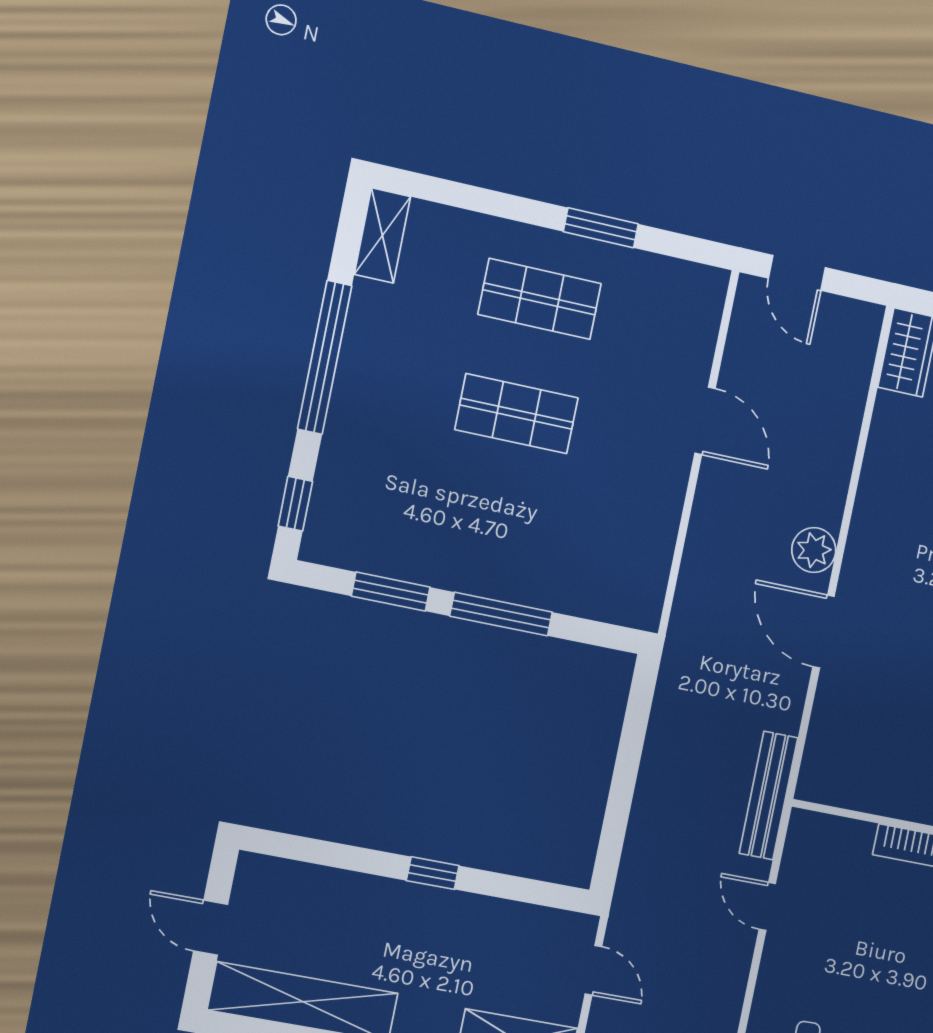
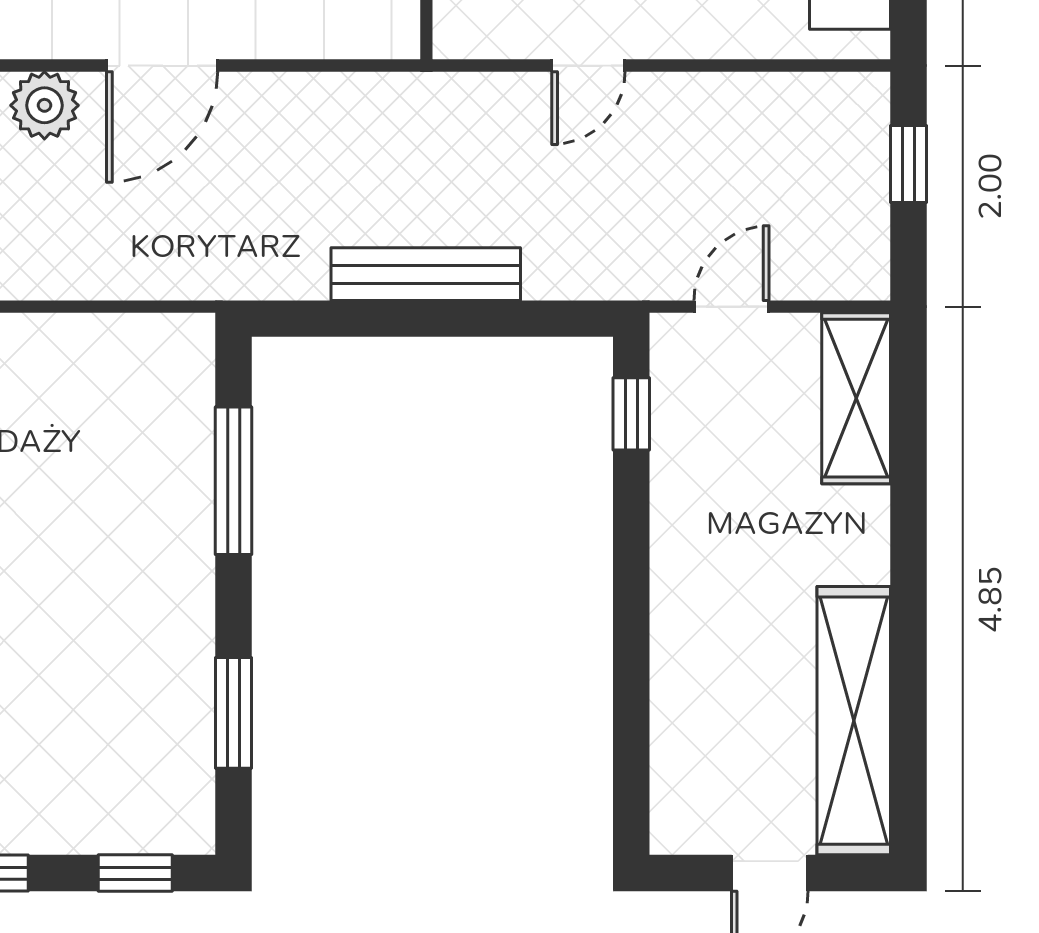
window: (501, 614) -> (234, 481), moved
bench: (768, 796) -> (426, 274), moved
window: (433, 873) -> (631, 414), moved

